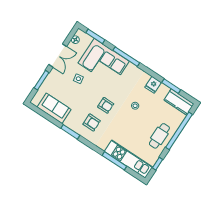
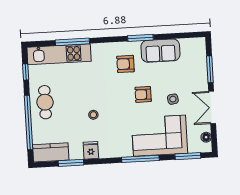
armchair: (106, 105) -> (143, 94), moved
sofa: (54, 108) -> (160, 51), moved

